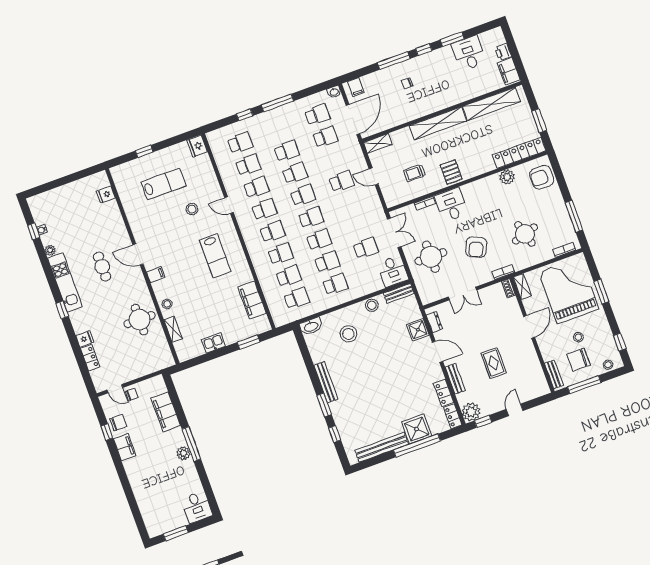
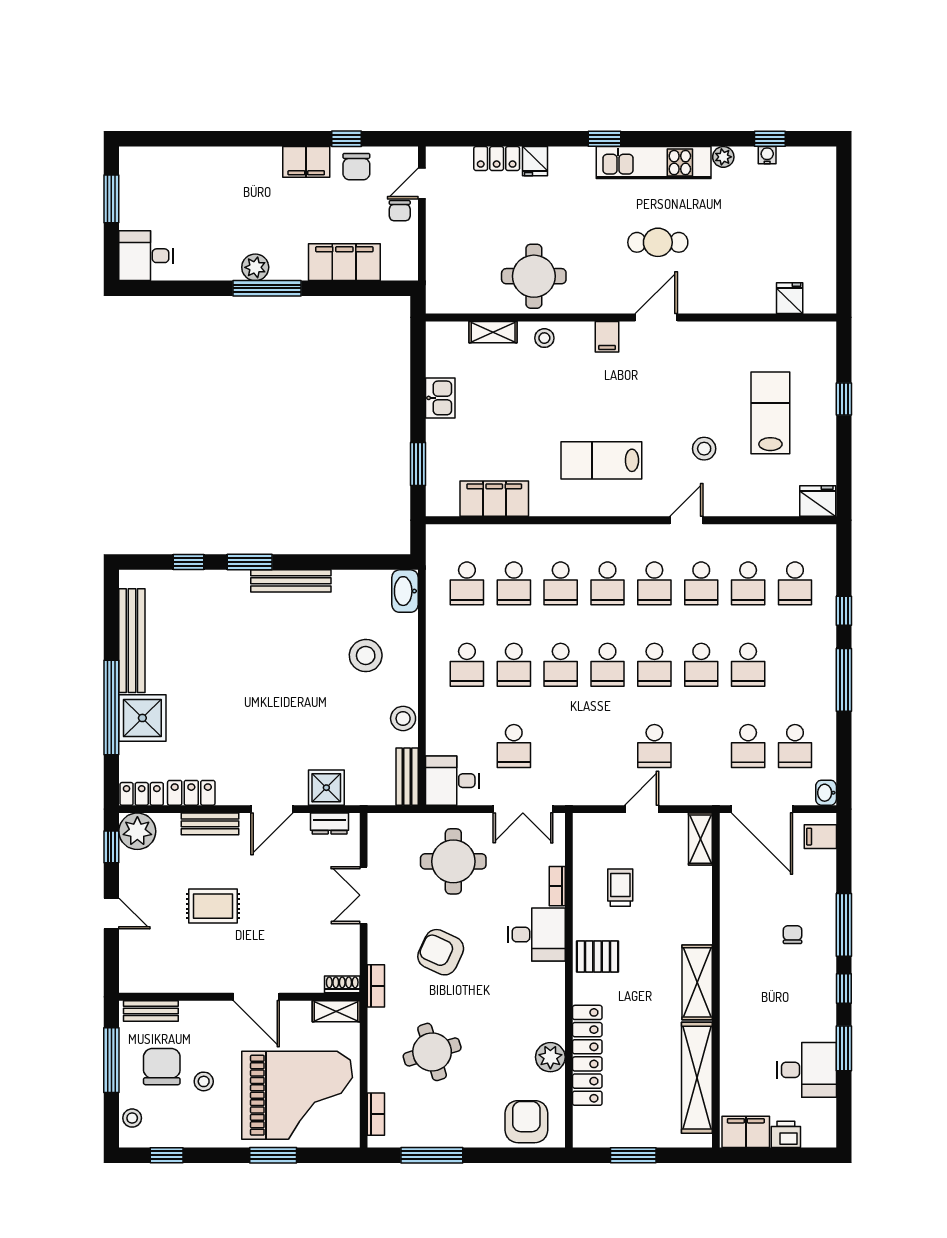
shelving: (438, 123) -> (697, 982), width x0.68
locker: (519, 153) -> (587, 1055), moved
lab bench: (164, 184) -> (770, 413), turned 180

